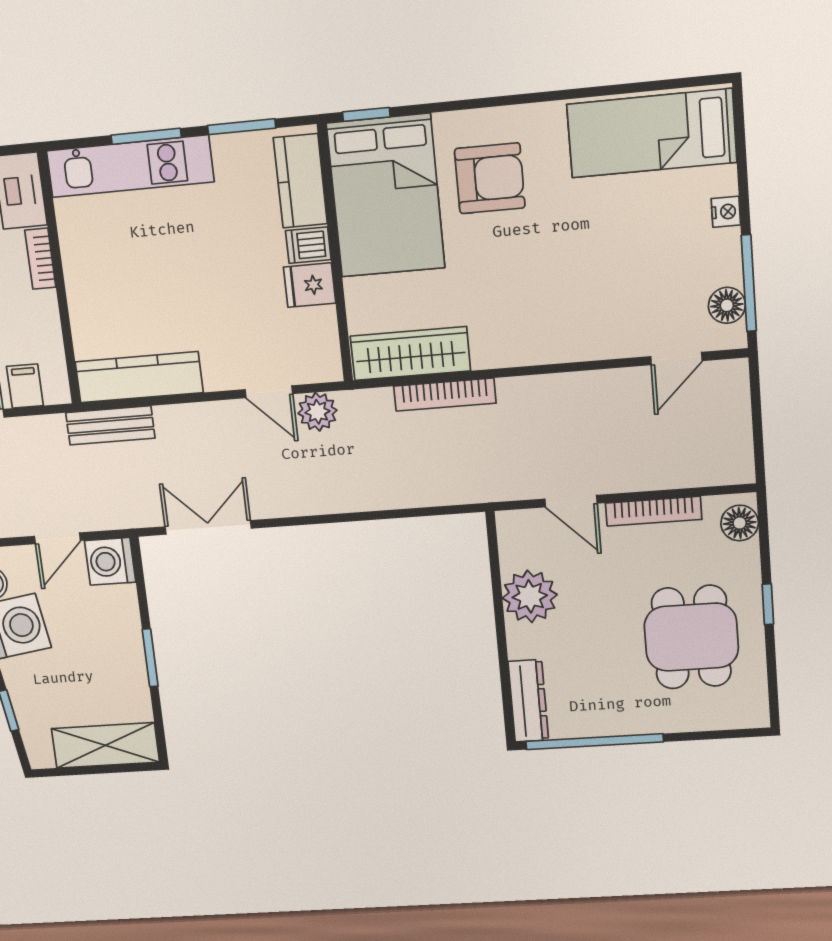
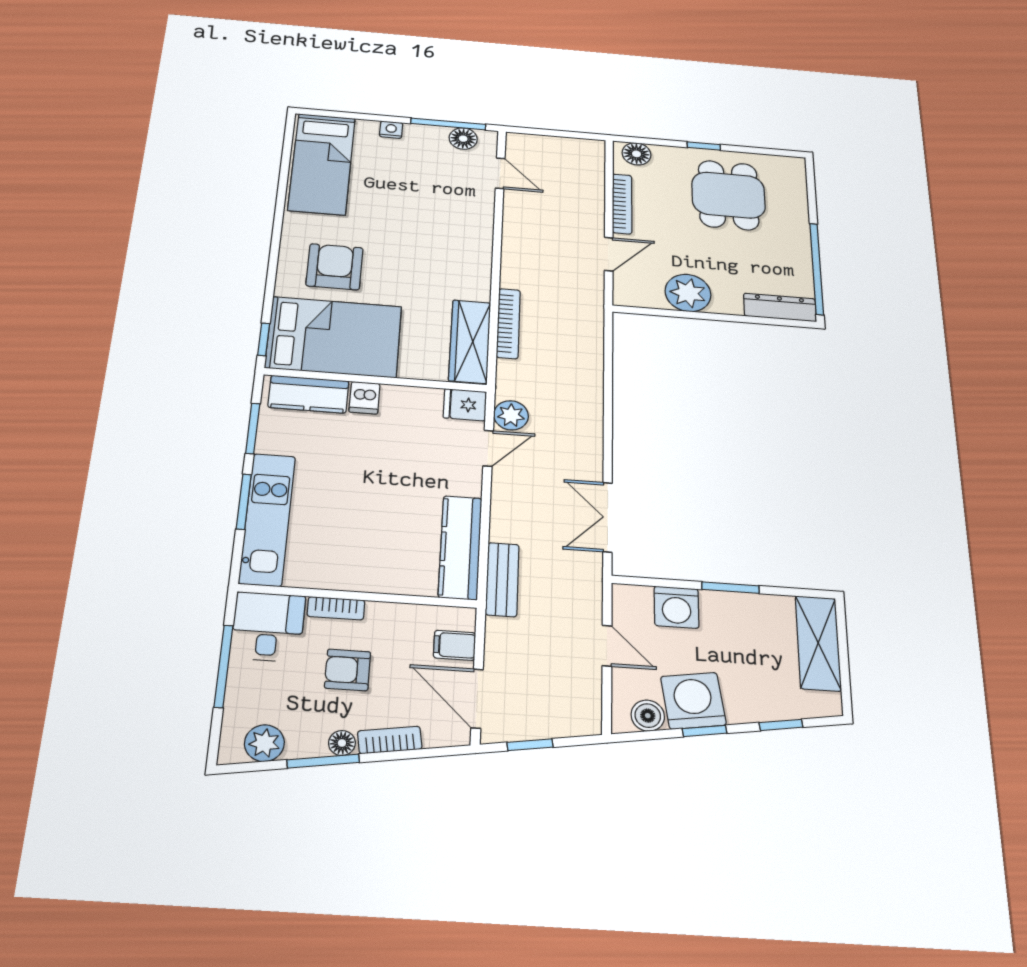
fridge: (310, 285) -> (465, 405), moved, turned 90
washing machine: (110, 561) -> (676, 607), moved
dining table: (691, 637) -> (728, 195), turned 90

